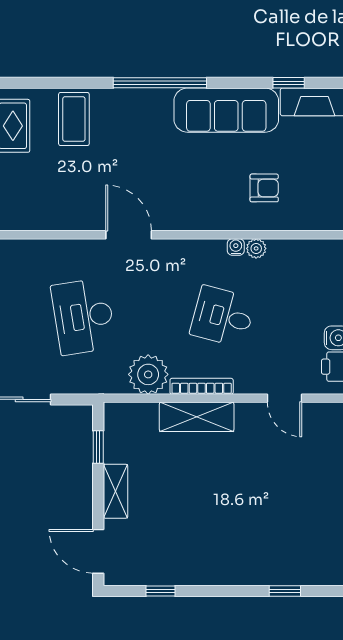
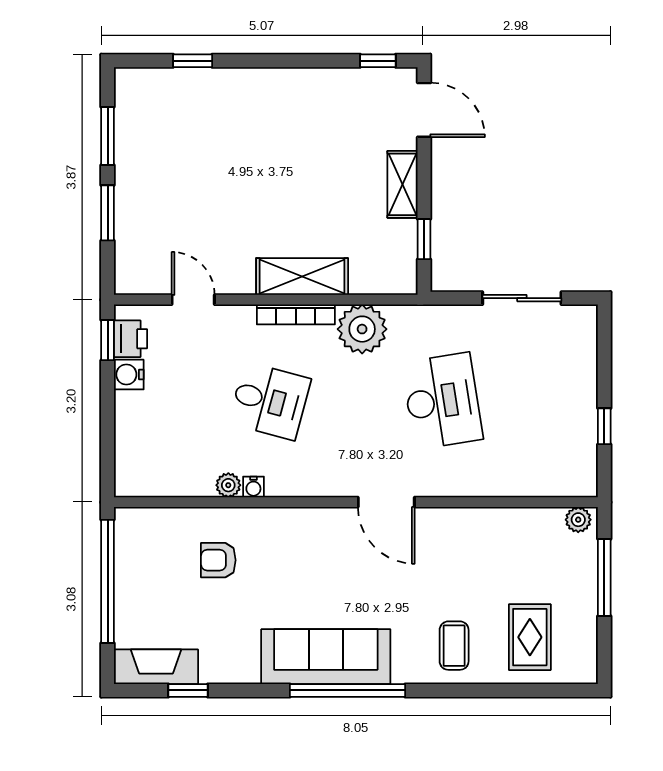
sofa: (226, 110) -> (326, 657), moved
coffee table: (74, 119) -> (454, 646), width x0.73, depth x0.77
window: (160, 591) -> (378, 61), moved

